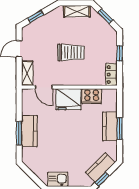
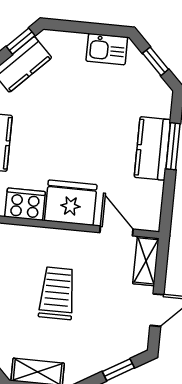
trolley: (71, 52) -> (57, 293), turned 90
window: (32, 176) -> (156, 61), added

